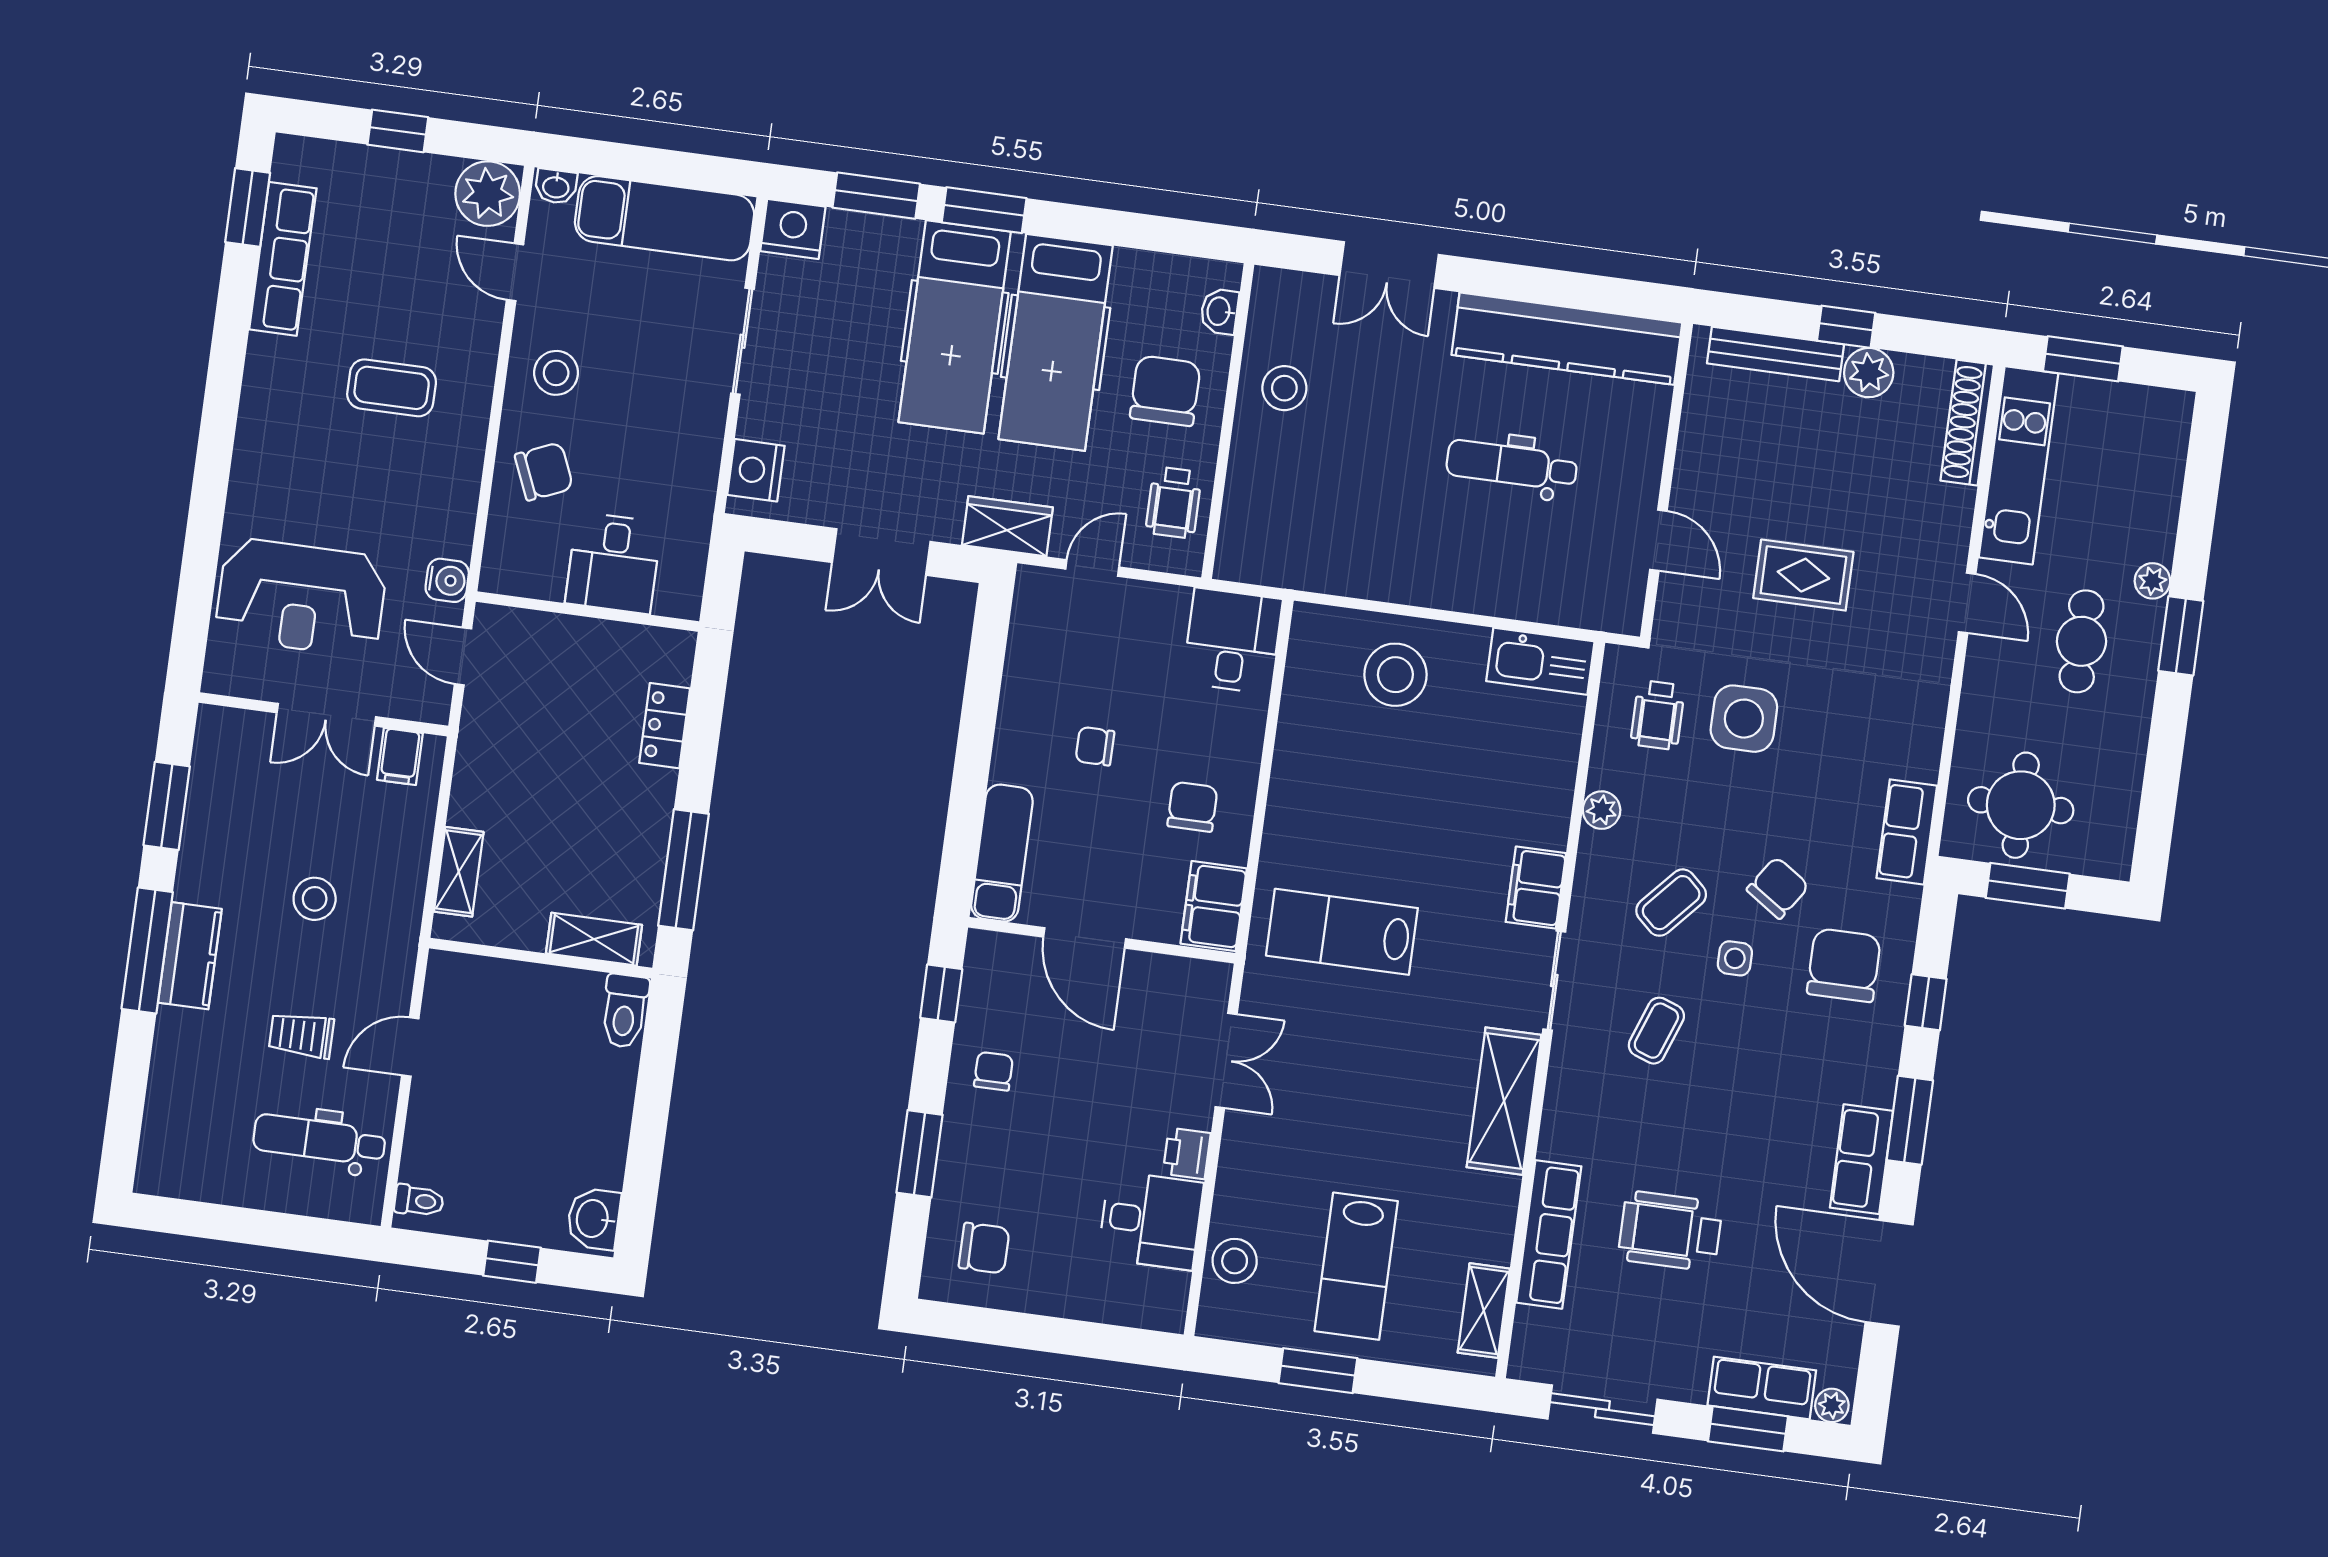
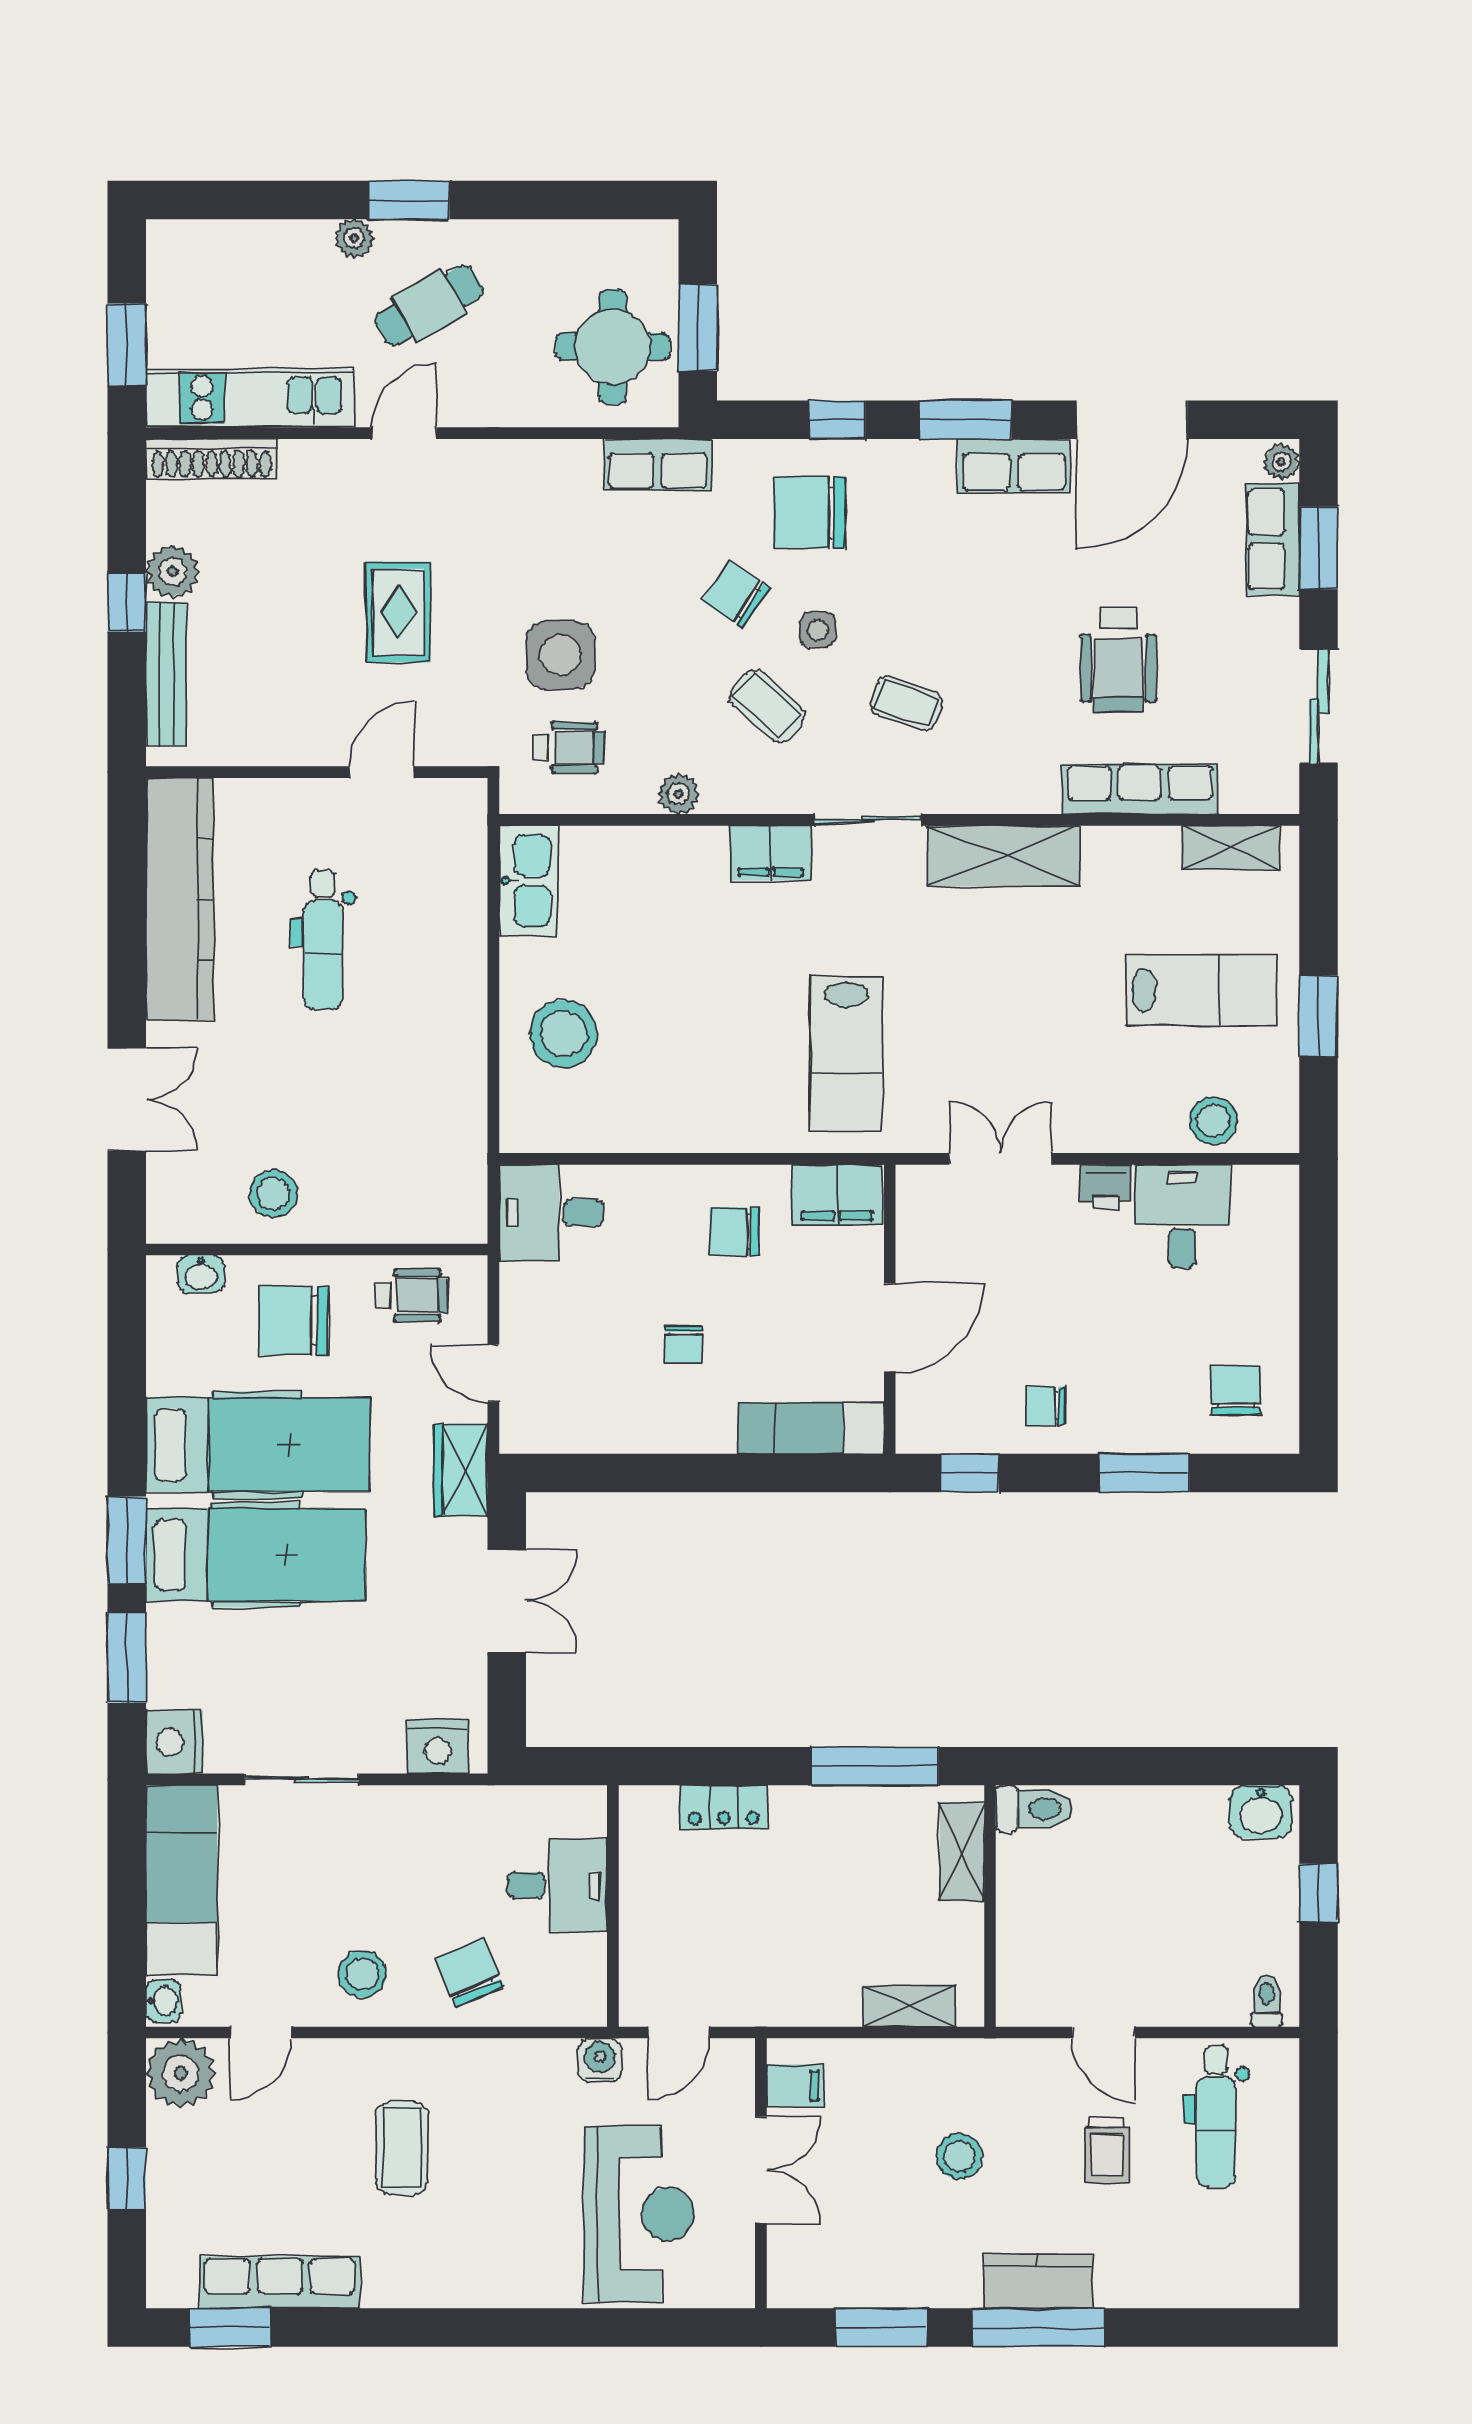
cafe table: (2081, 641) -> (429, 305), turned -30

